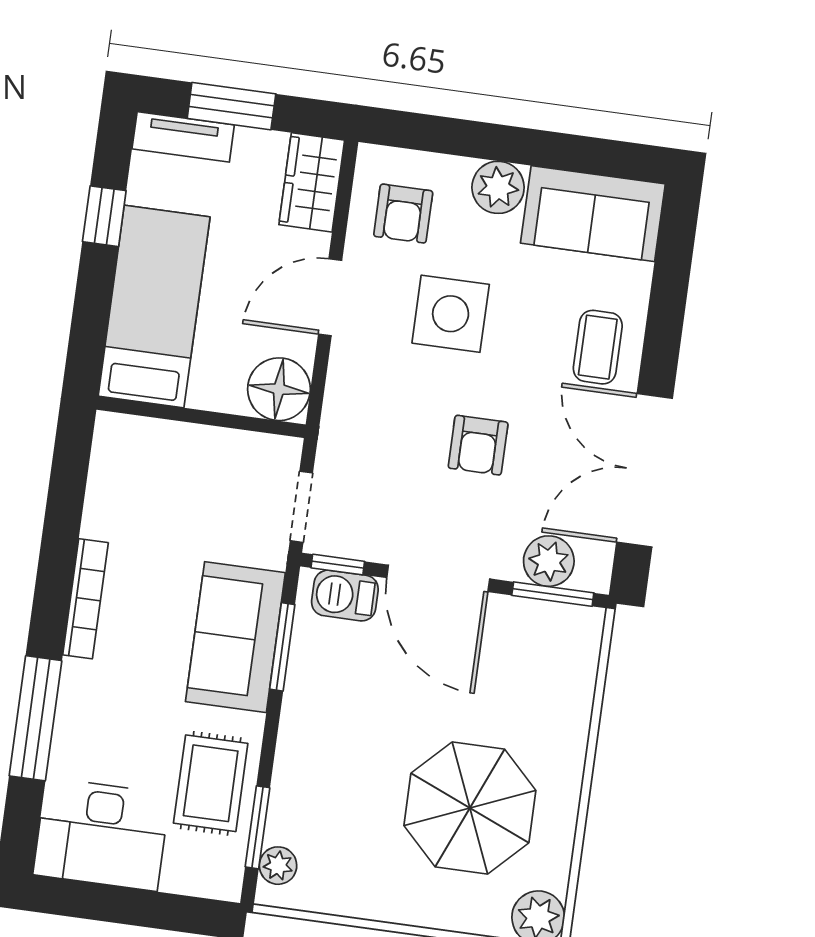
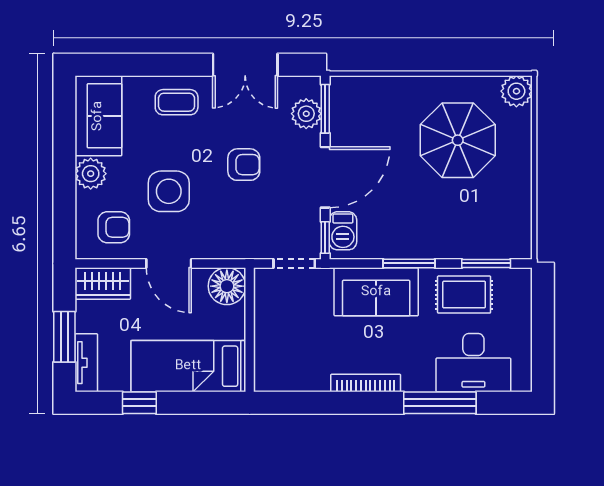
double door: (644, 470) -> (245, 65), width x0.73
window: (282, 647) -> (409, 263), moved
desk: (101, 834) -> (473, 363), moved, turned 90
plant: (278, 866) -> (507, 248), removed

